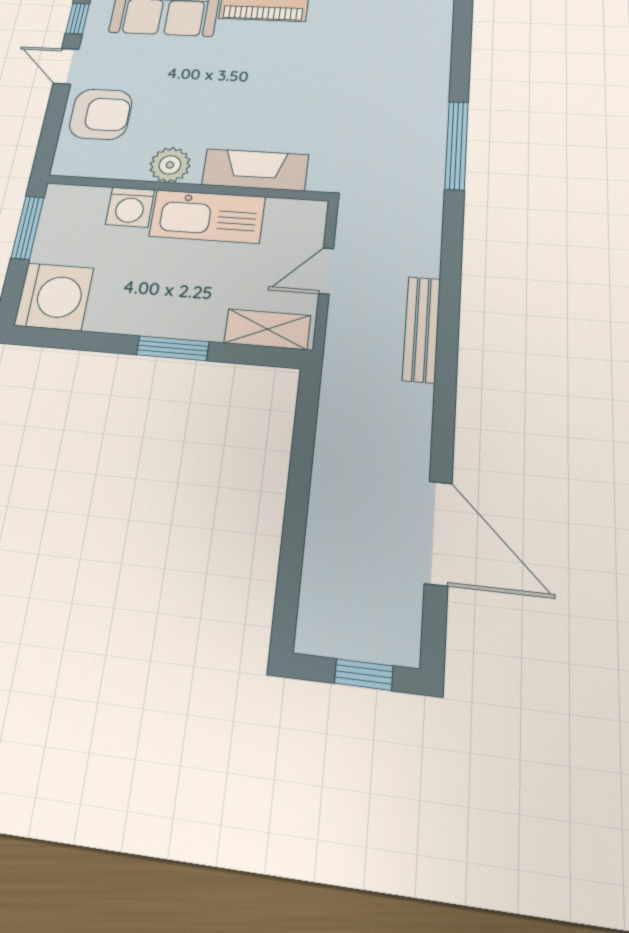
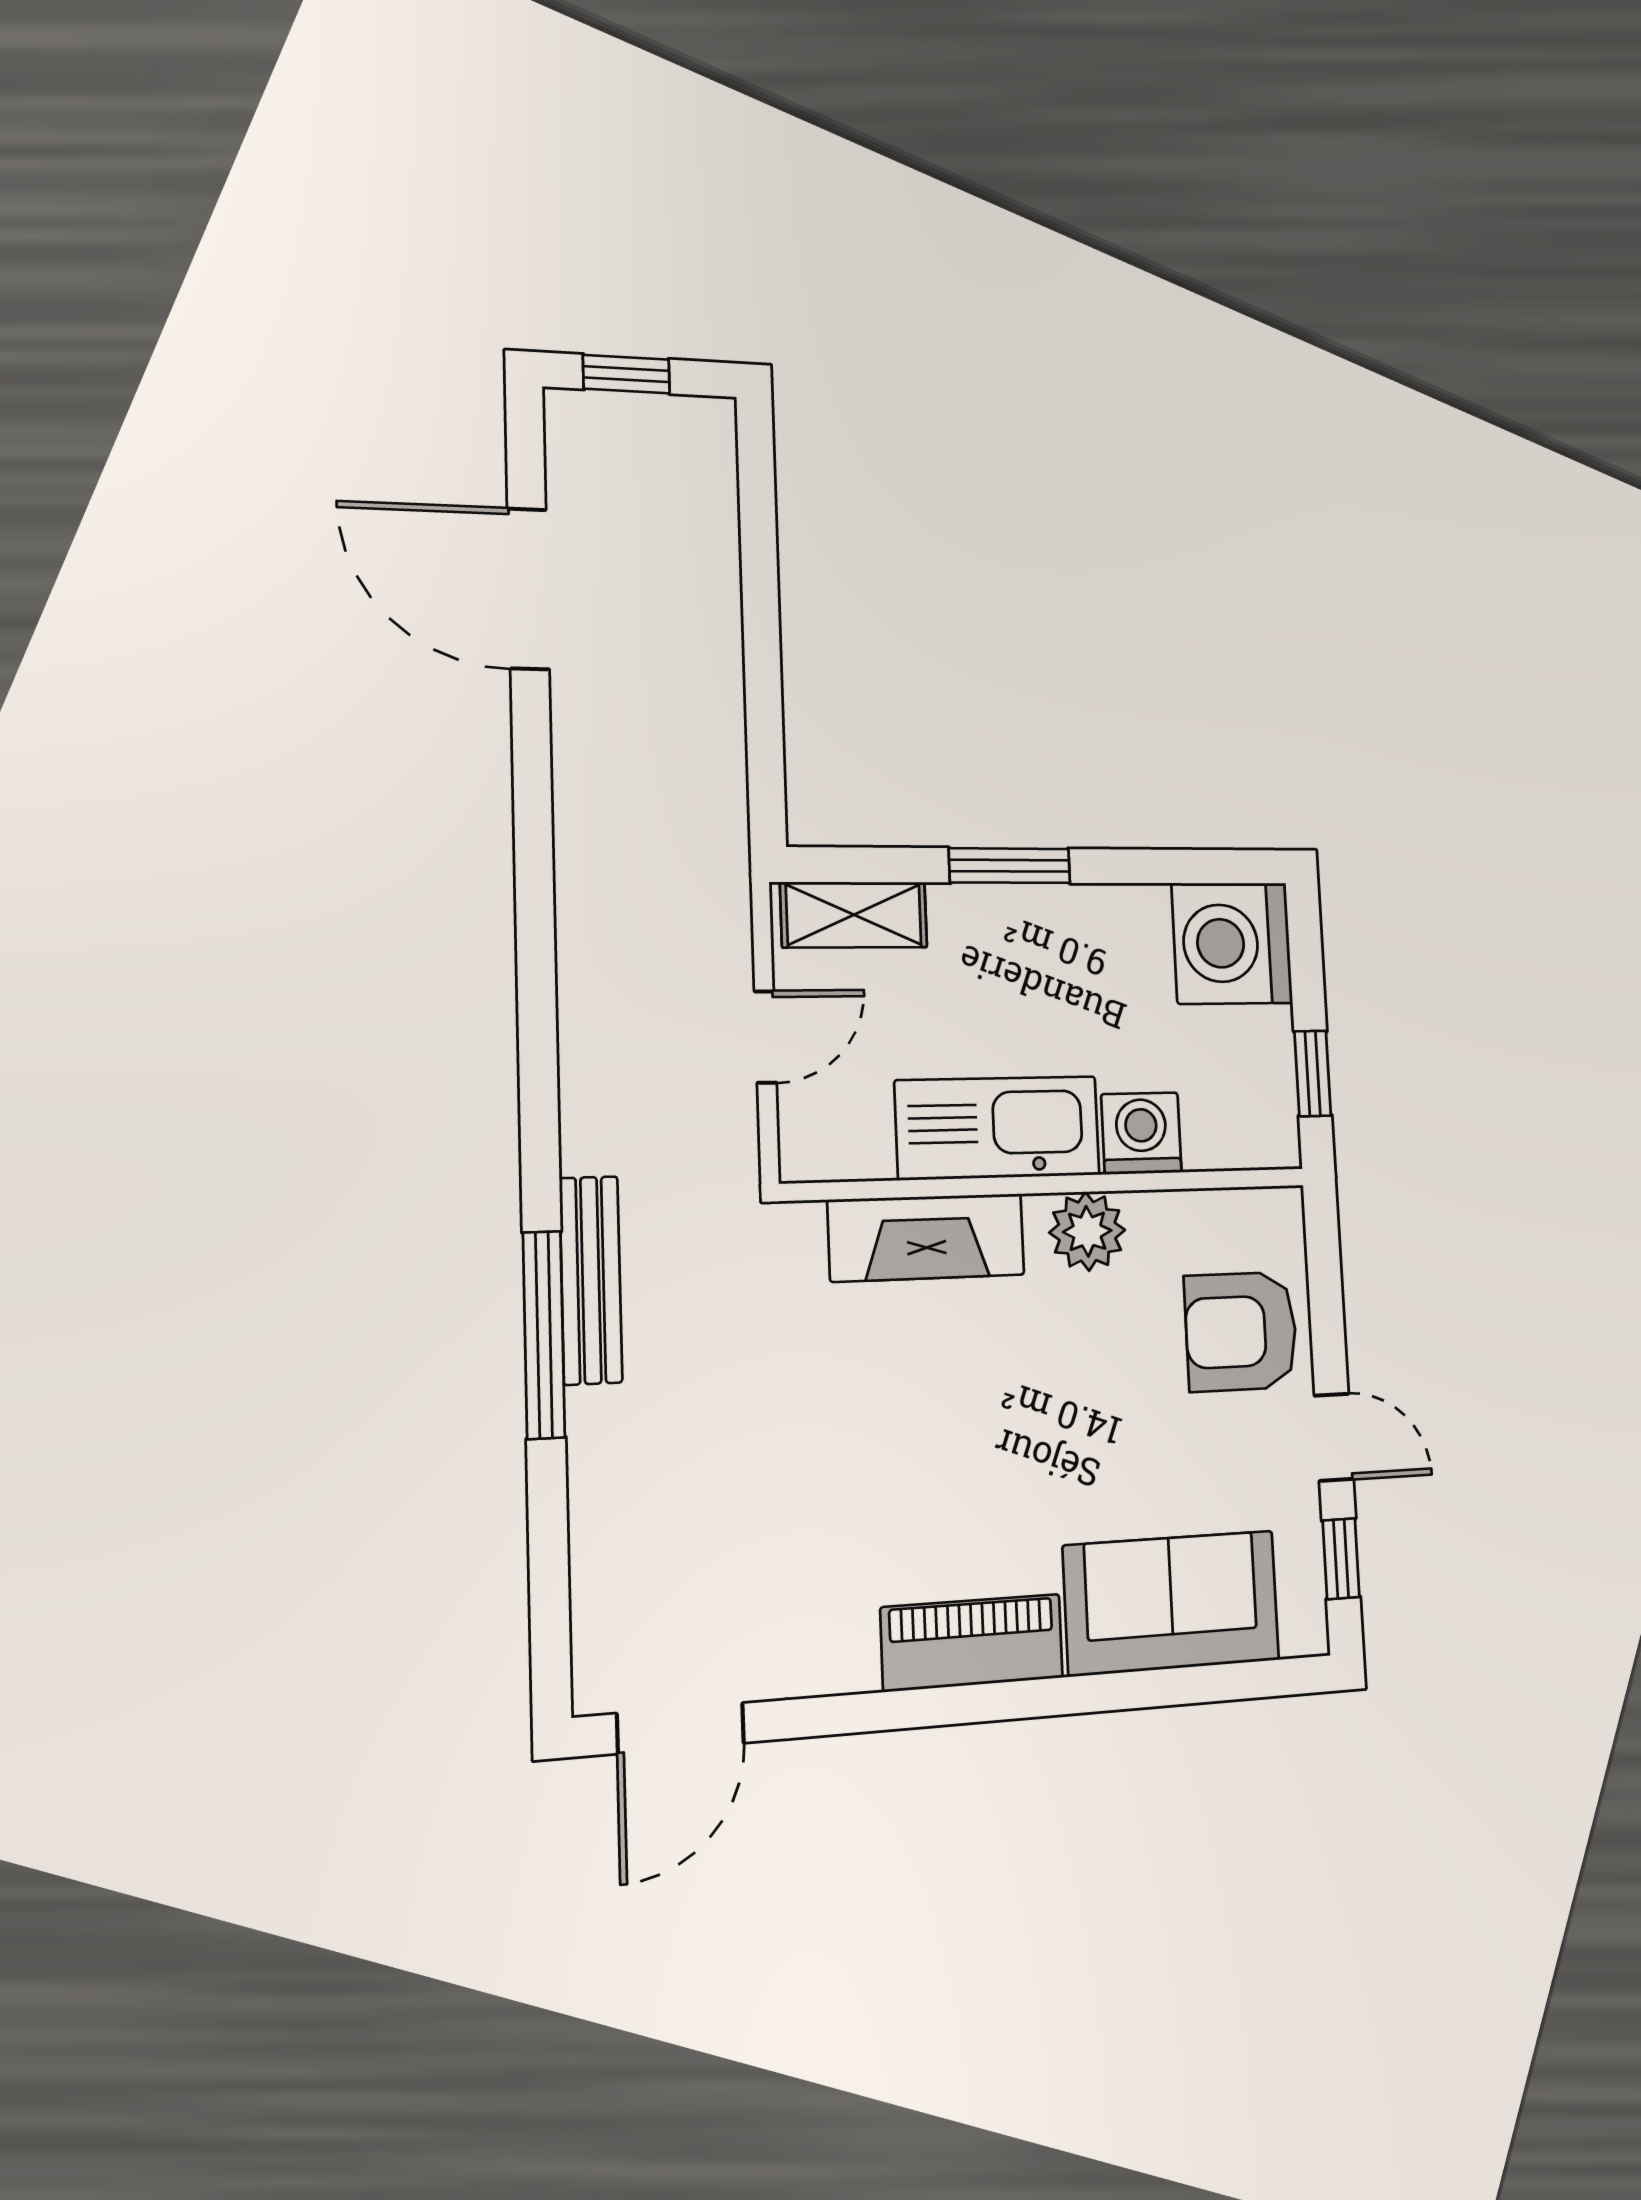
window: (28, 228) -> (1313, 1073), width x0.67
bench: (422, 329) -> (591, 1280), moved

